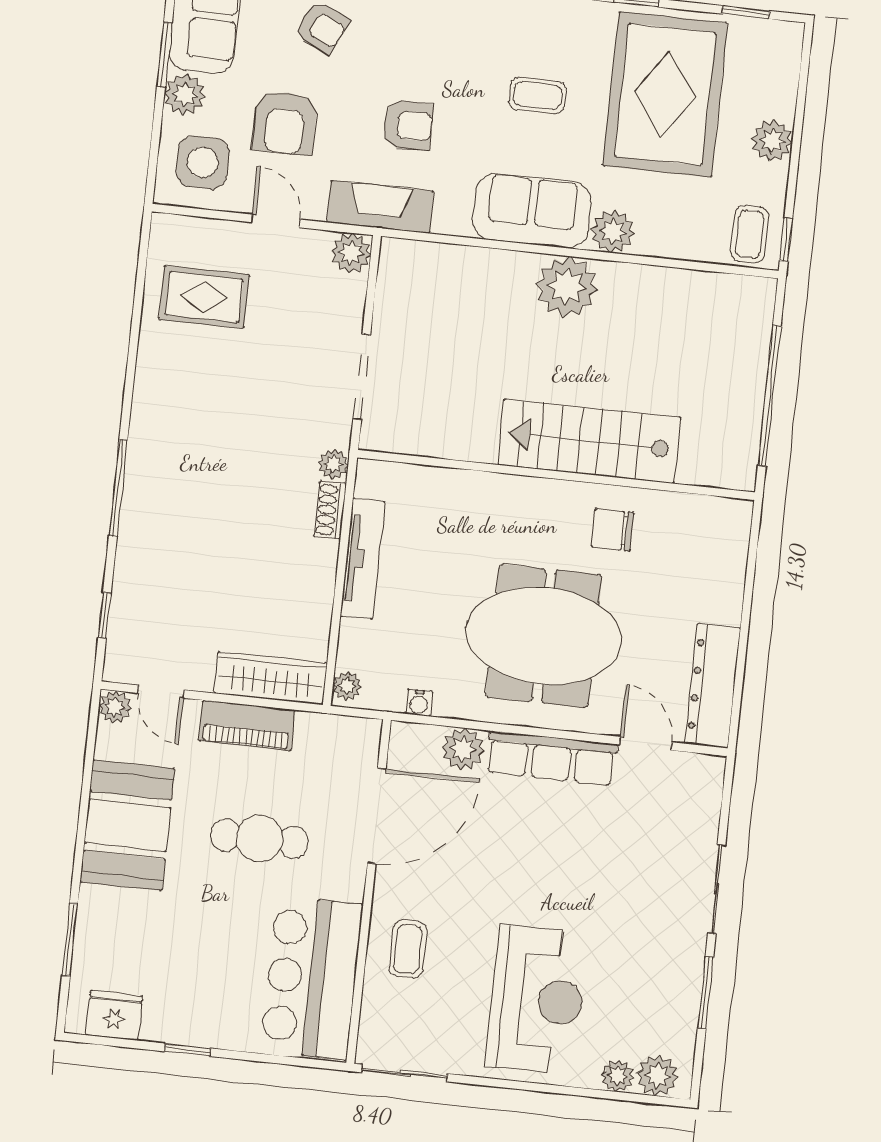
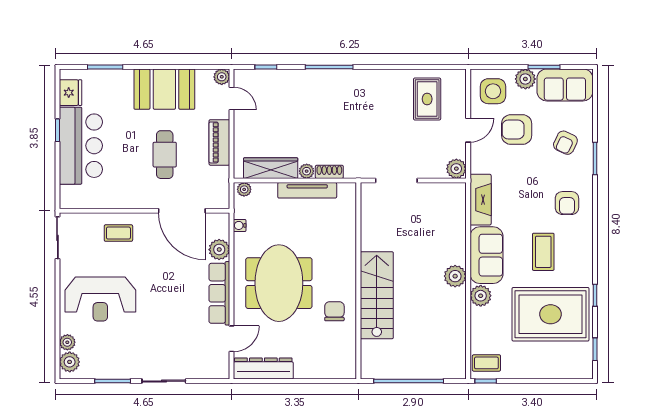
coffee table: (538, 95) -> (543, 252), width x1.36, depth x1.30
armchair: (408, 125) -> (567, 203), moved
plant: (772, 141) -> (533, 369), removed
fireplace: (380, 207) -> (481, 200), moved
plant: (567, 287) -> (455, 276), width x0.73, depth x0.73
plant: (334, 464) -> (307, 171), moved
wardrobe: (271, 678) -> (271, 168), moved, turned -90
door: (161, 692) -> (232, 98), swing flipped
bar counter: (312, 978) -> (81, 146), moved, turned 90

